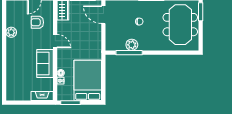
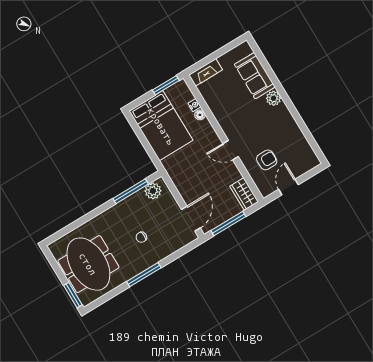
door: (103, 15) -> (191, 219), hinge flipped
plant: (11, 32) -> (273, 98), moved
plant: (132, 45) -> (153, 191), moved
sofa: (45, 64) -> (255, 76), moved, turned 180

